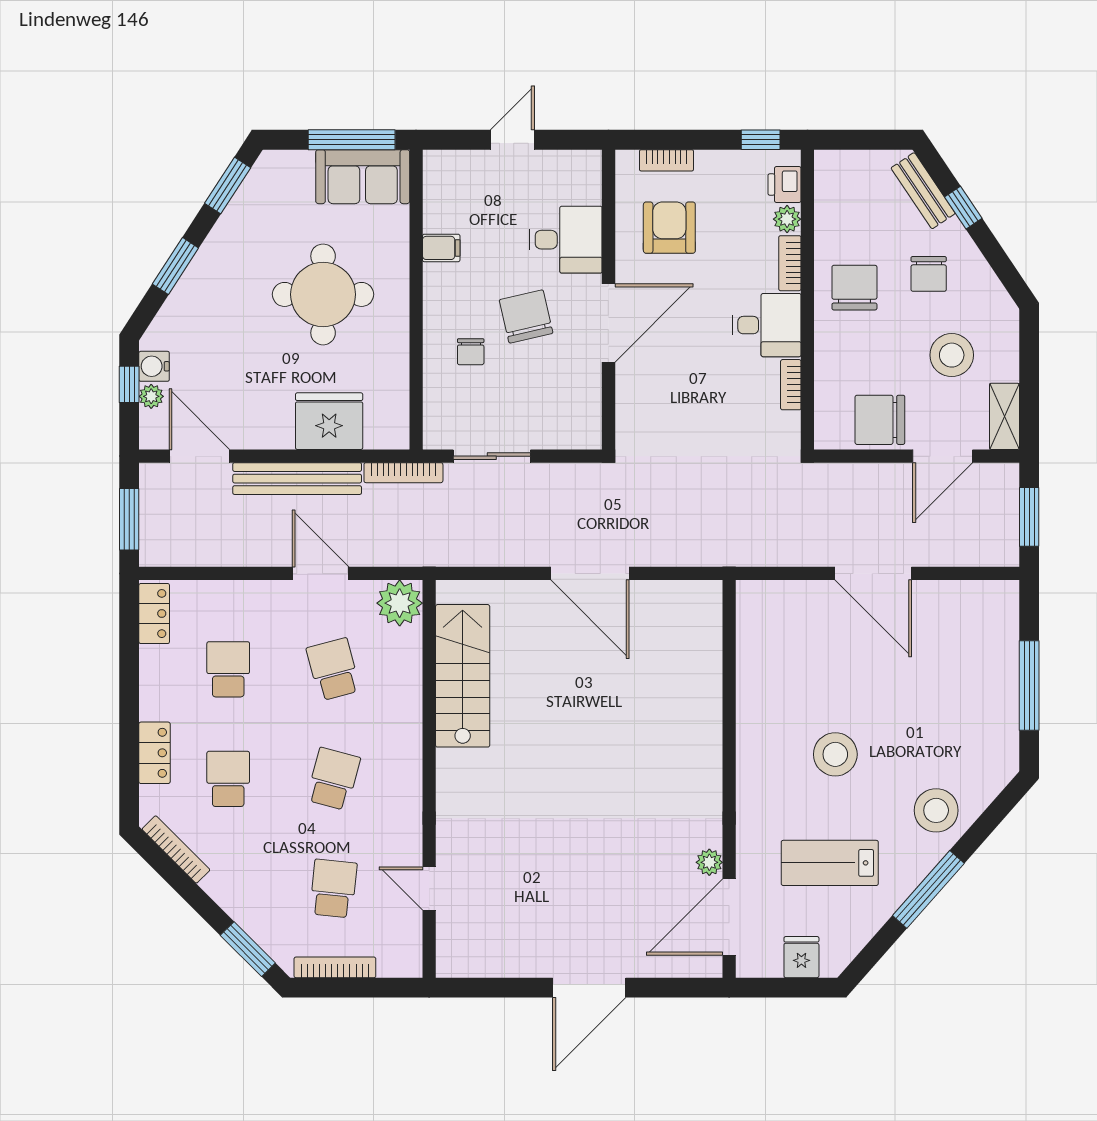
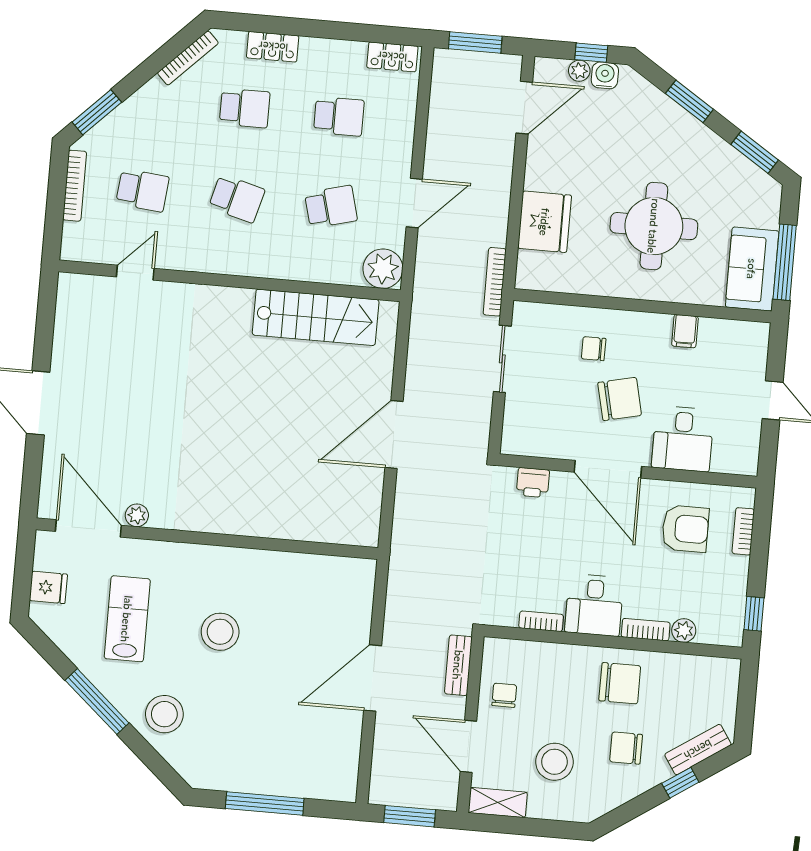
printer: (784, 184) -> (533, 483), moved, turned 180
chair: (880, 420) -> (504, 695), width x0.54, depth x0.54
bench: (297, 479) -> (458, 665), moved, width x0.54, depth x0.82

